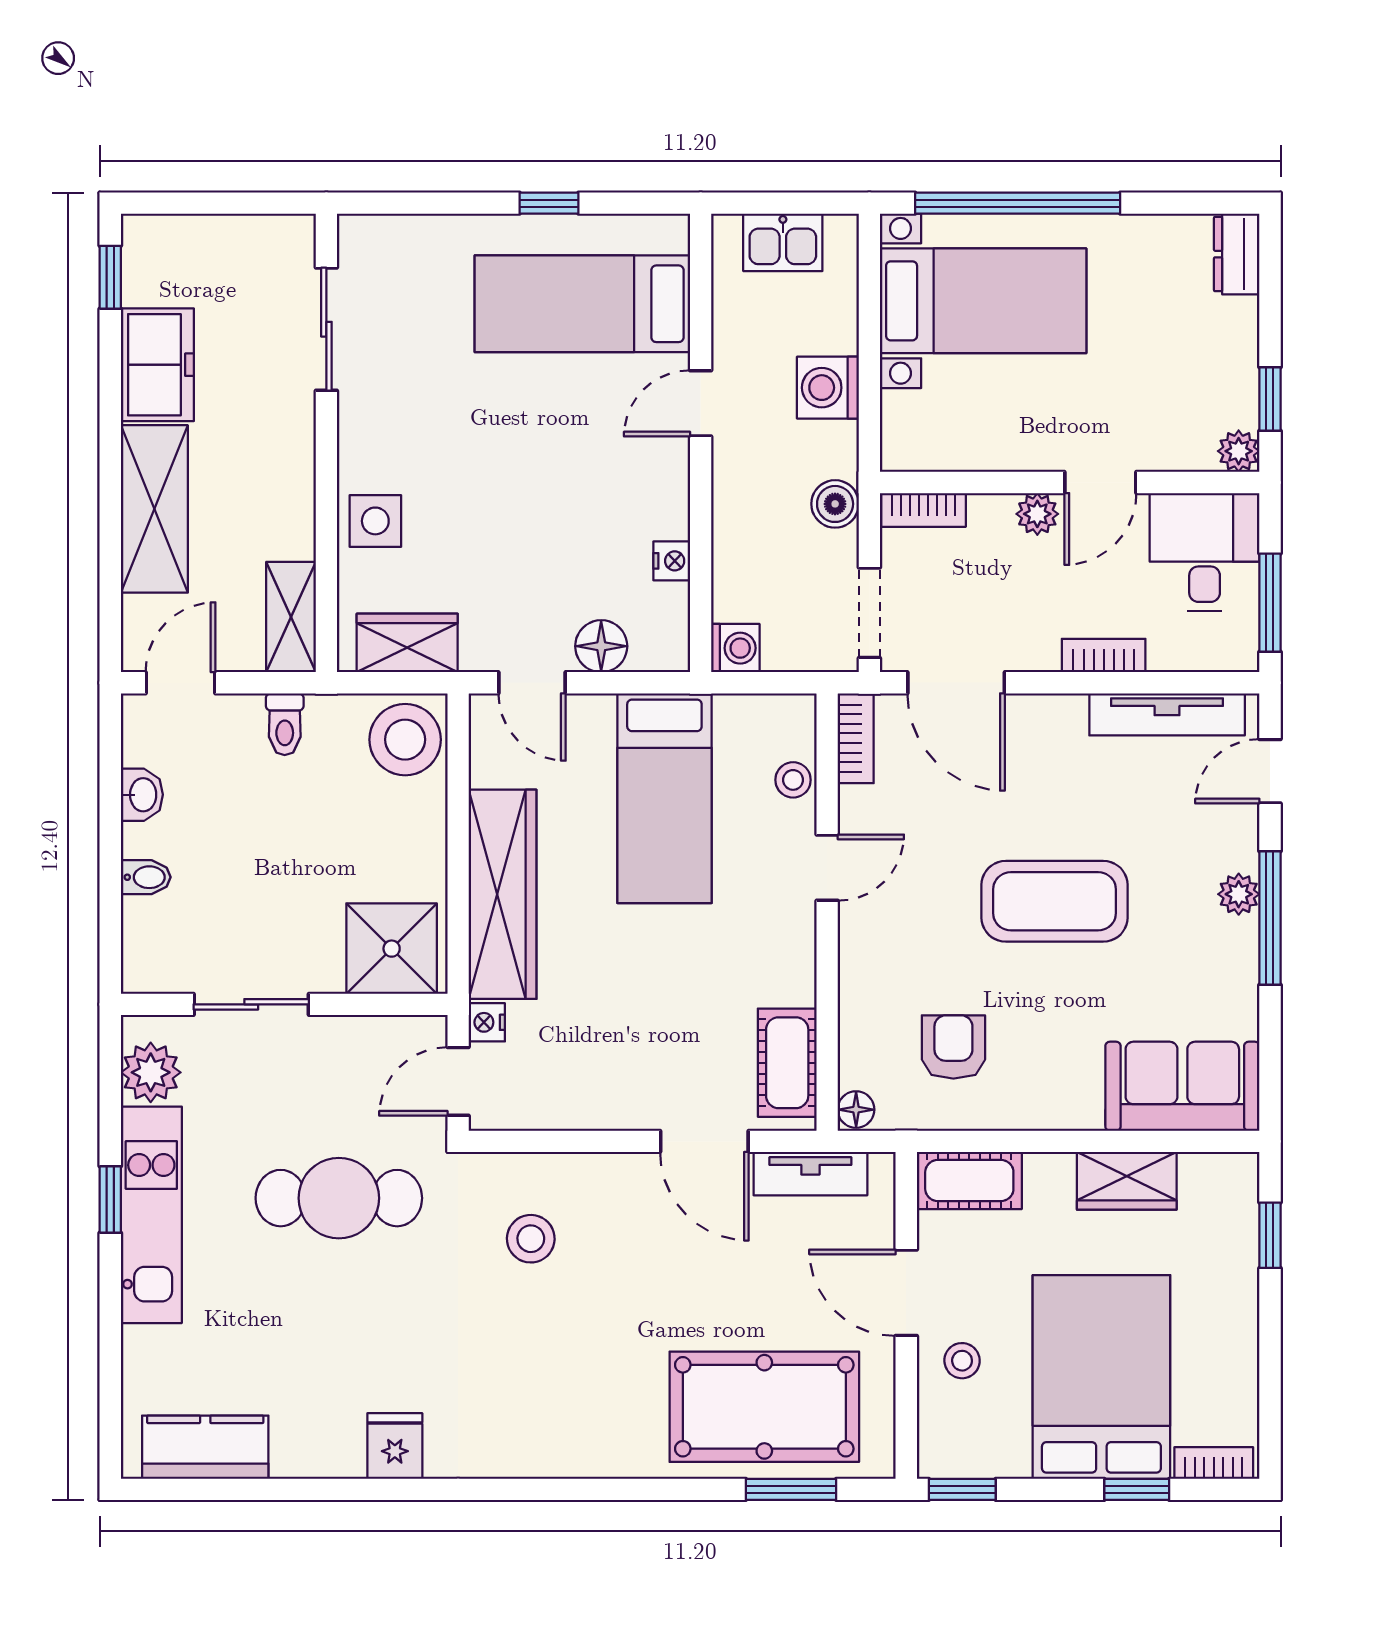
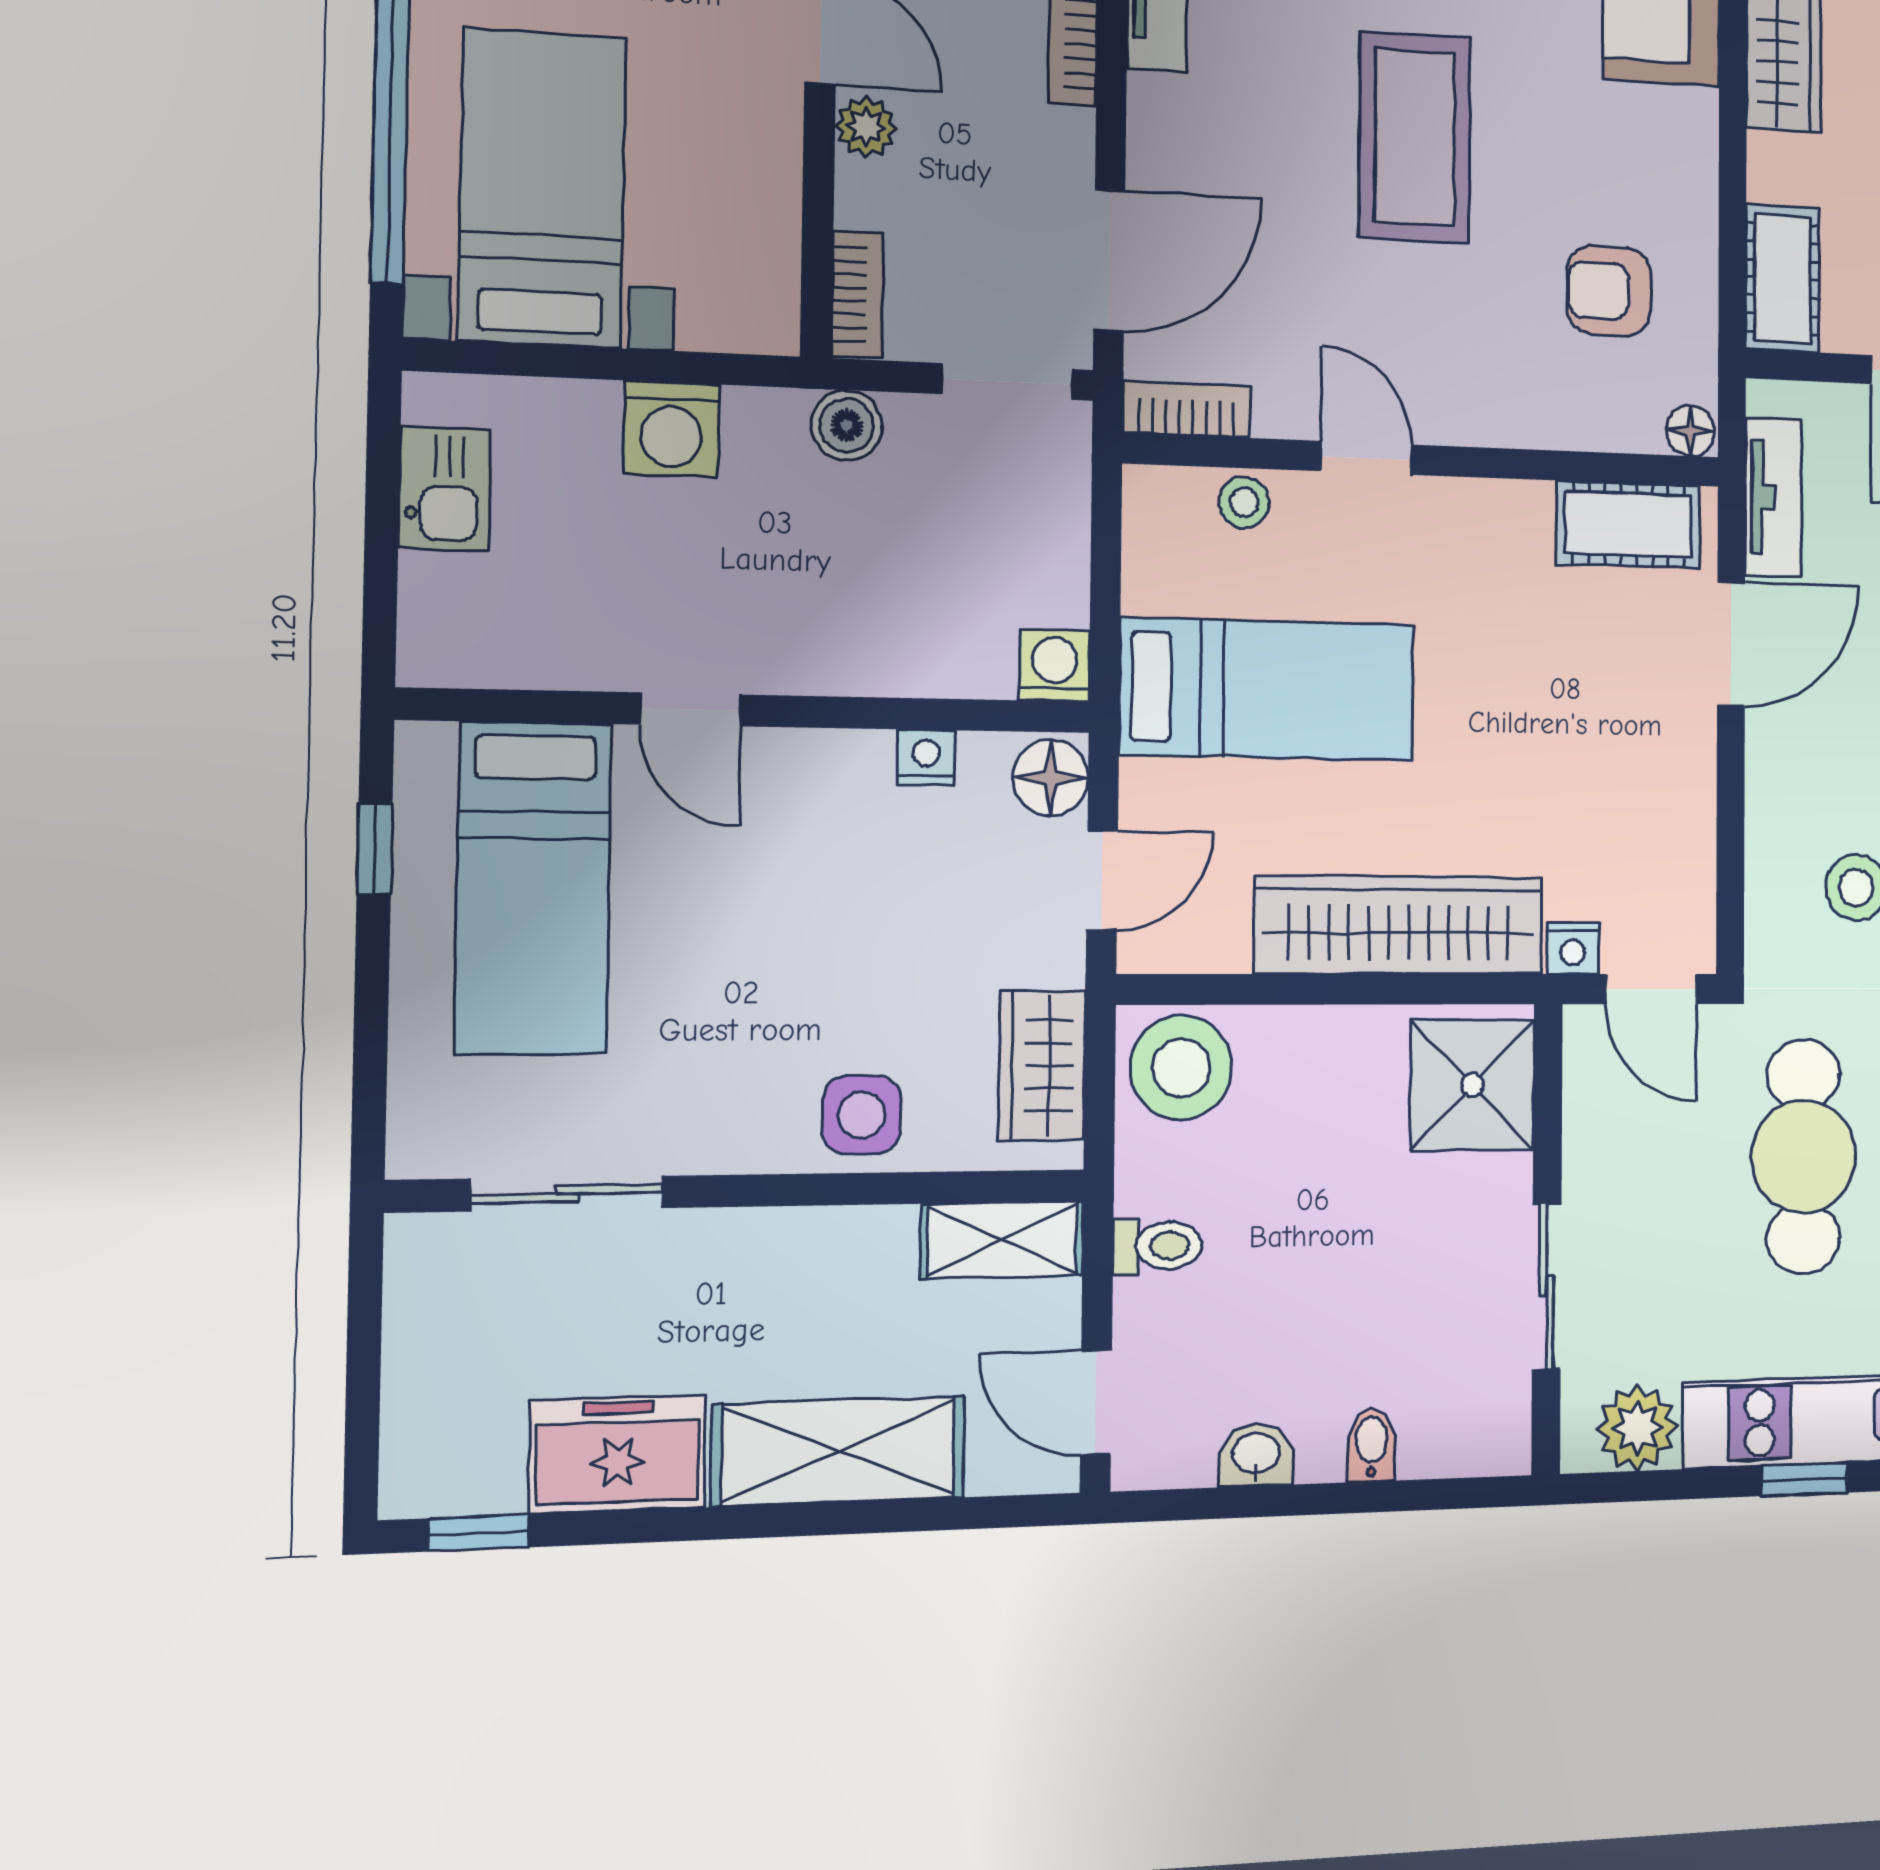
bed: (582, 304) -> (533, 888), moved
door: (701, 403) -> (691, 709), moved
wall: (701, 443) -> (751, 711), moved
nightstand: (672, 561) -> (926, 757), moved
washing machine: (735, 648) -> (1055, 665), moved

